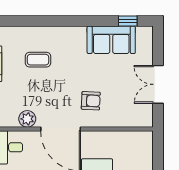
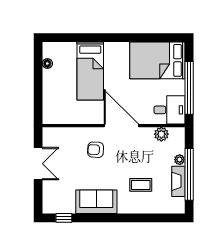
sofa: (111, 40) -> (96, 202), moved
plant: (27, 119) -> (161, 134), moved

